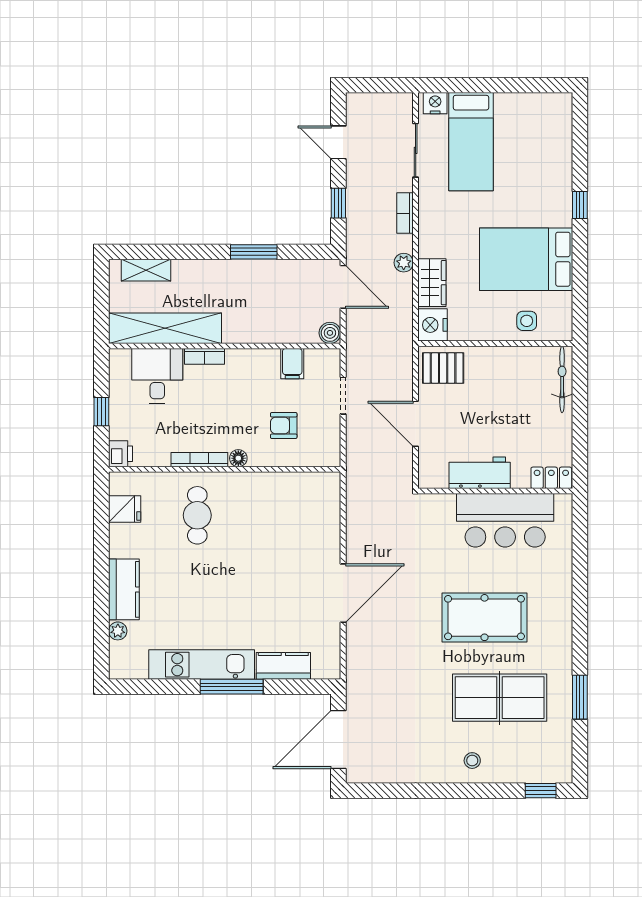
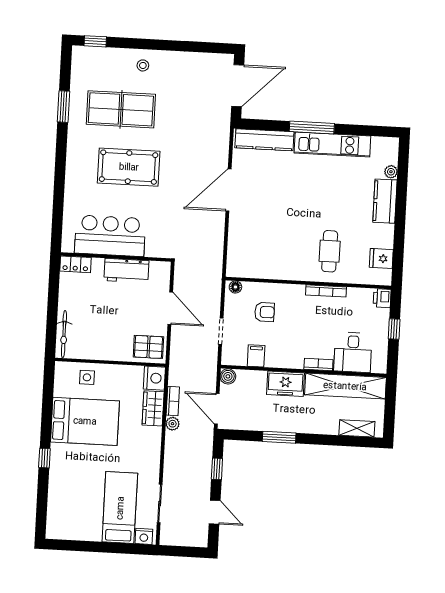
bookcase: (405, 213) -> (173, 401), moved
freezer: (249, 327) -> (285, 384), added
floor lamp: (238, 458) -> (235, 287), moved
kitchen counter: (283, 666) -> (264, 140), width x1.50

